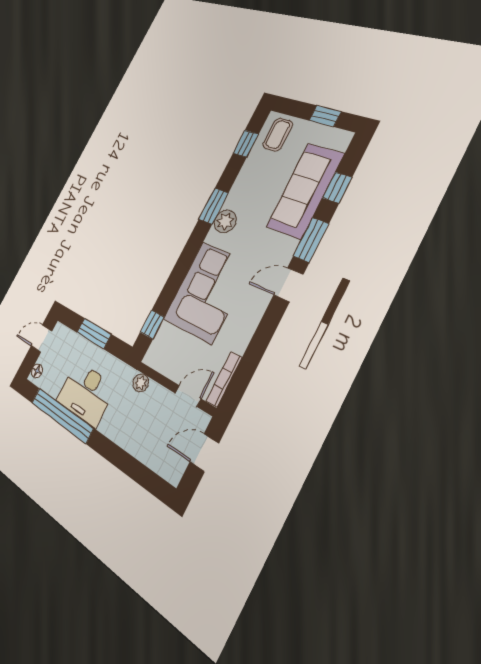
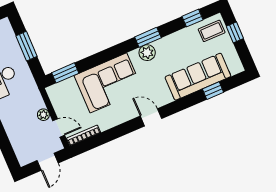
window: (325, 116) -> (235, 32), moved
window: (311, 240) -> (179, 105), removed
window: (152, 325) -> (65, 73), width x1.50
plant: (141, 383) -> (43, 115), moved
door: (204, 453) -> (48, 162), swing flipped

